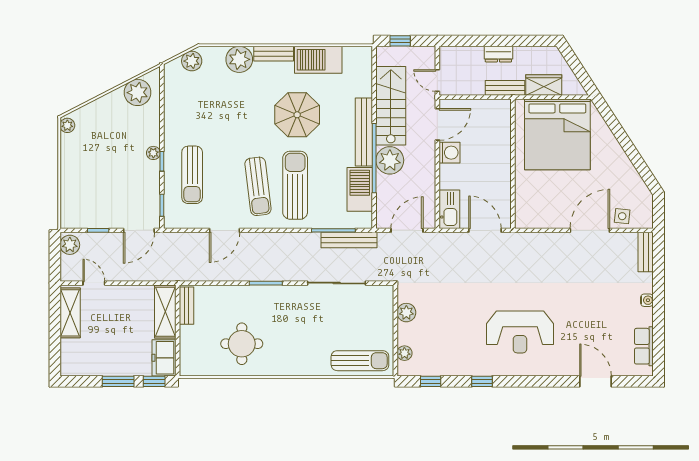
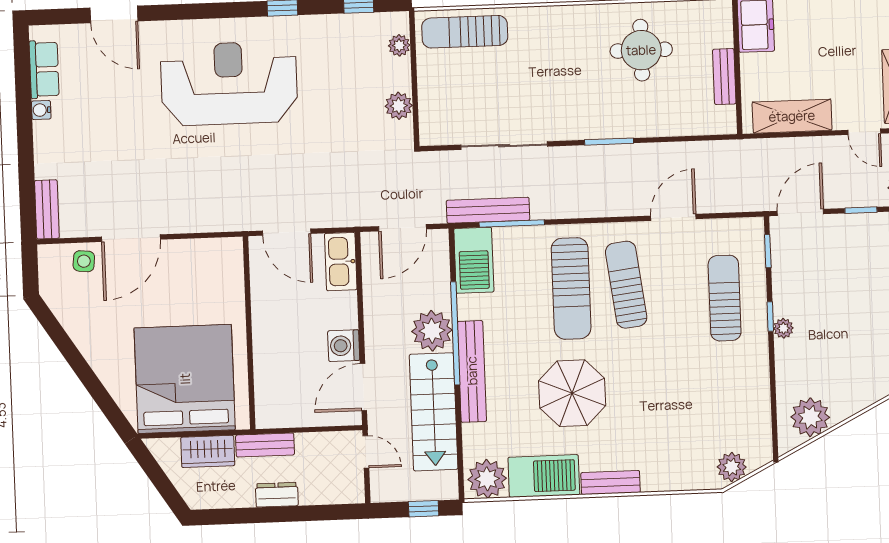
plant: (239, 59) -> (487, 479), moved
barbecue: (360, 189) -> (474, 260), moved
water cooler: (647, 300) -> (41, 110), moved
bench: (187, 306) -> (724, 77), moved
shelving: (165, 312) -> (792, 116), moved, turned 90
reception desk: (520, 332) -> (229, 83), width x1.36, depth x1.30

